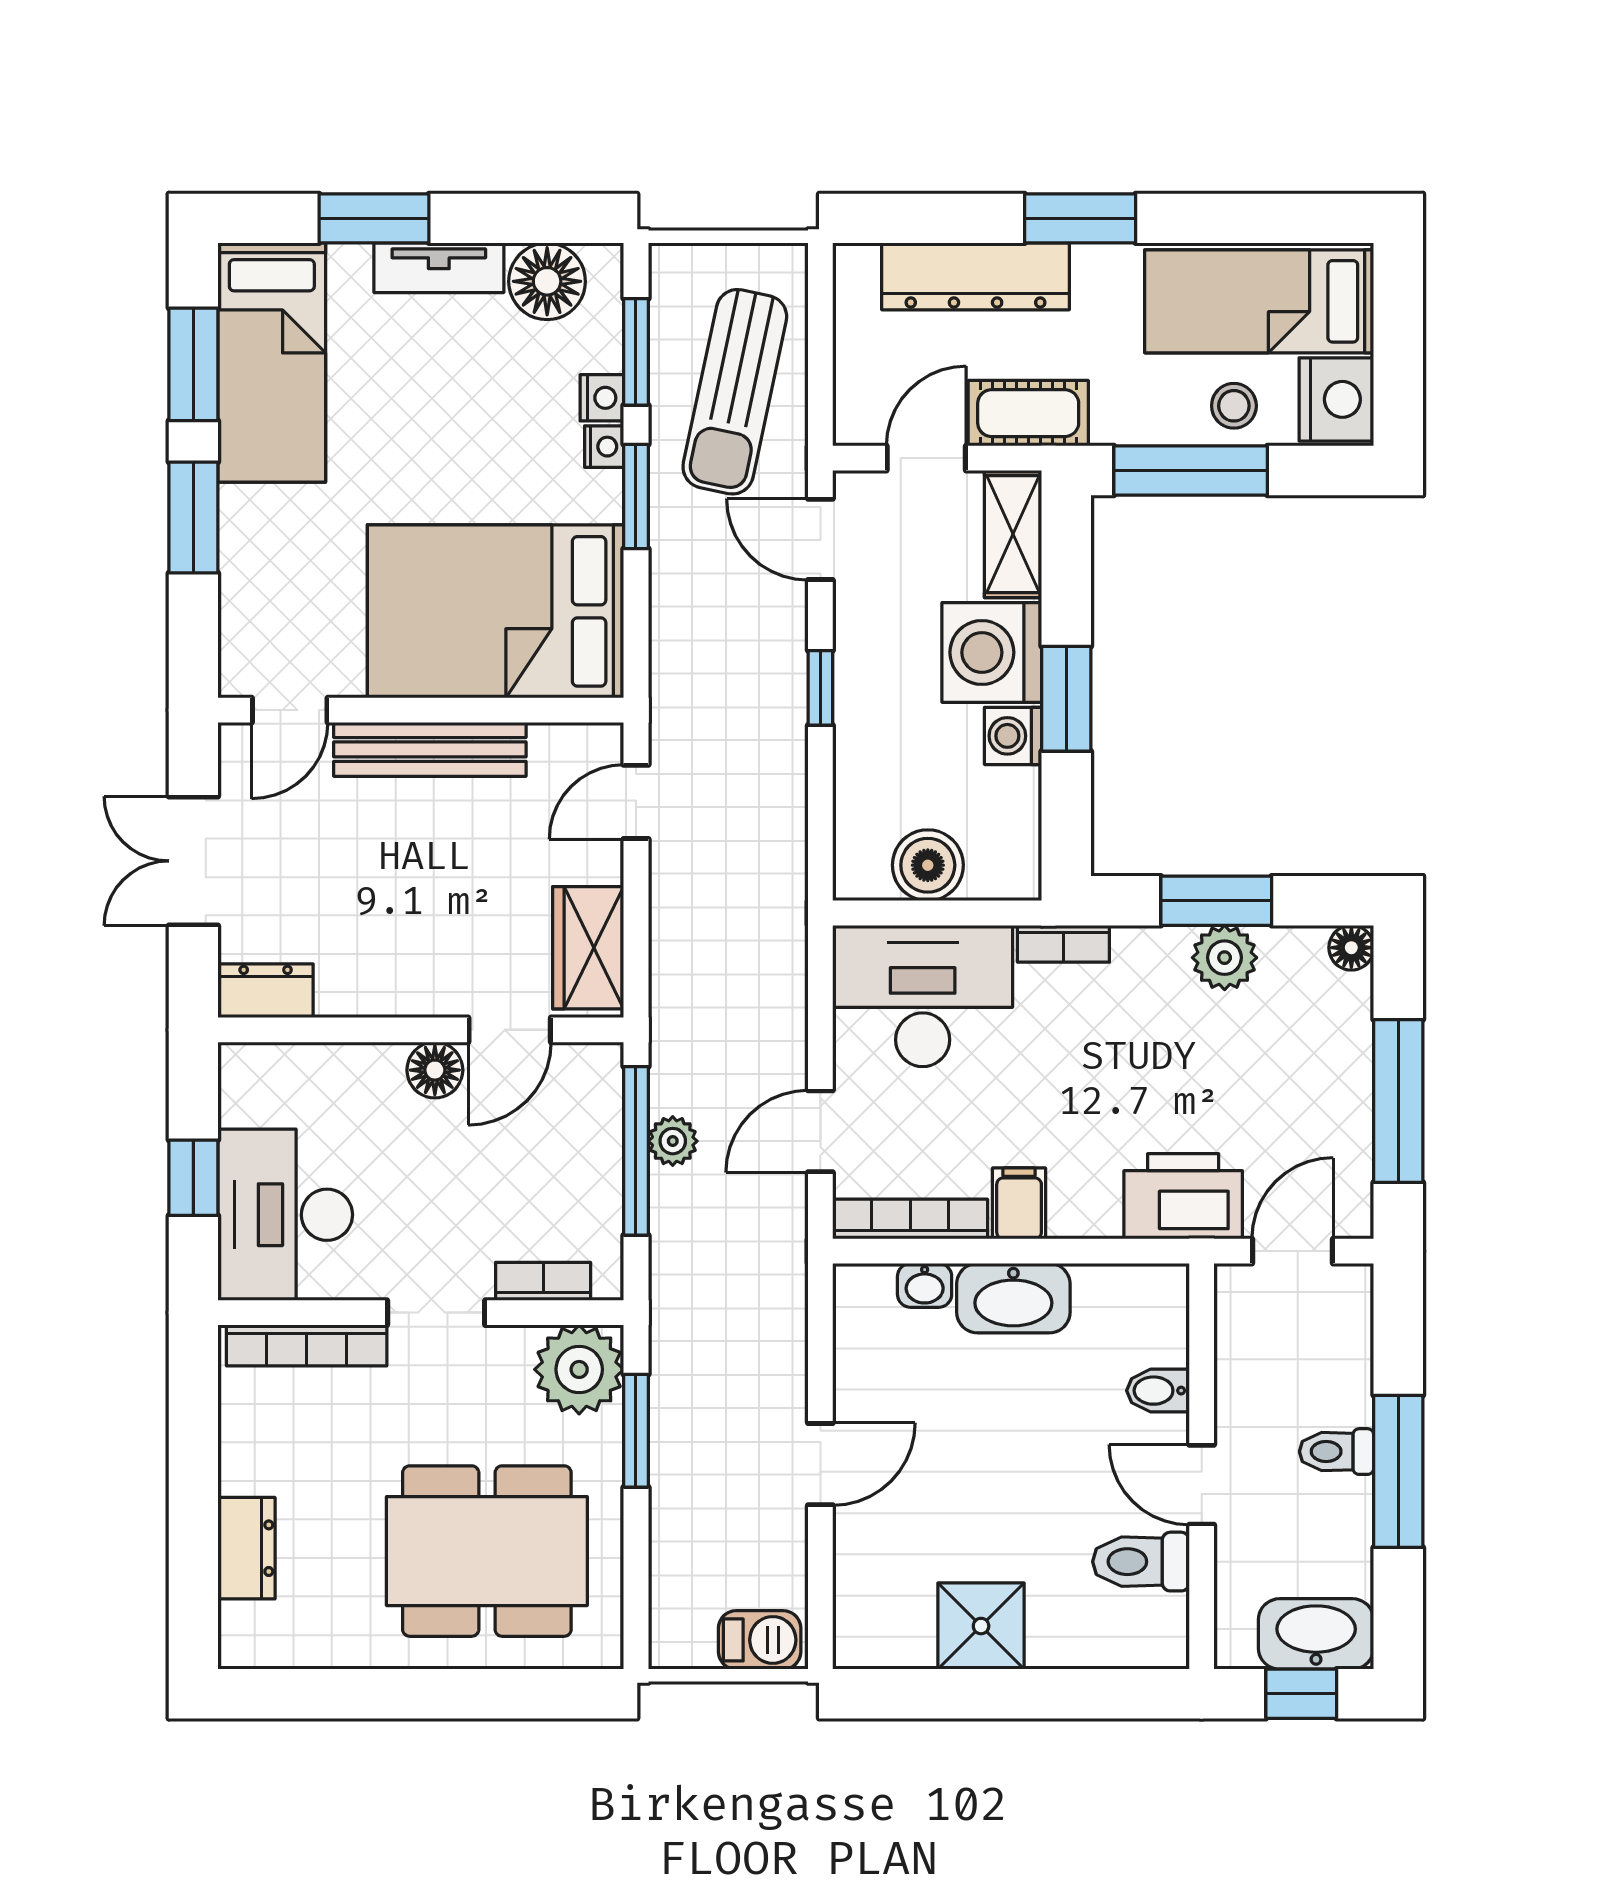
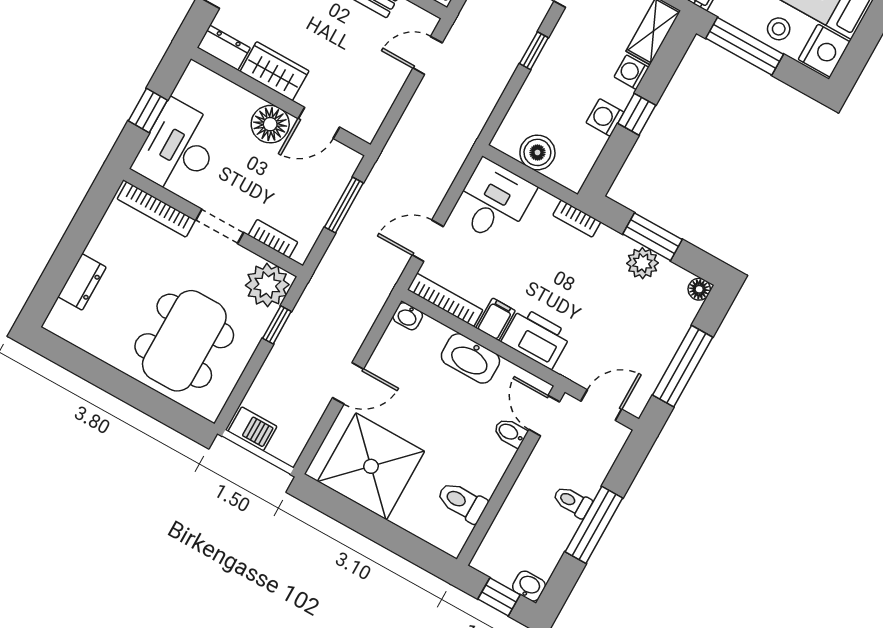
washing machine: (992, 652) -> (632, 72), width x0.53, depth x0.53
window: (1066, 699) -> (637, 114), width x0.67
wardrobe: (588, 948) -> (274, 71), moved, turned 90
desk: (923, 996) -> (493, 201), width x0.73
floor lamp: (435, 1070) -> (270, 124), width x1.38, depth x1.38
plant: (673, 1141) -> (362, 210), removed
window: (636, 1151) -> (344, 205), width x0.69
printer: (1183, 1196) -> (536, 338), moved
washbasin: (925, 1285) -> (408, 316), moved
window: (636, 1431) -> (277, 325), width x0.67
door: (1202, 1485) -> (544, 416), moved
dining table: (487, 1551) -> (184, 341), turned 90
shower: (981, 1626) -> (371, 466), width x1.86, depth x1.86
washbasin: (1316, 1634) -> (529, 586), width x0.52, depth x0.69
barbecue: (760, 1640) -> (252, 429), moved

